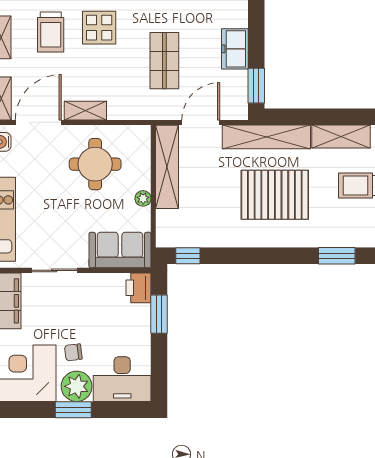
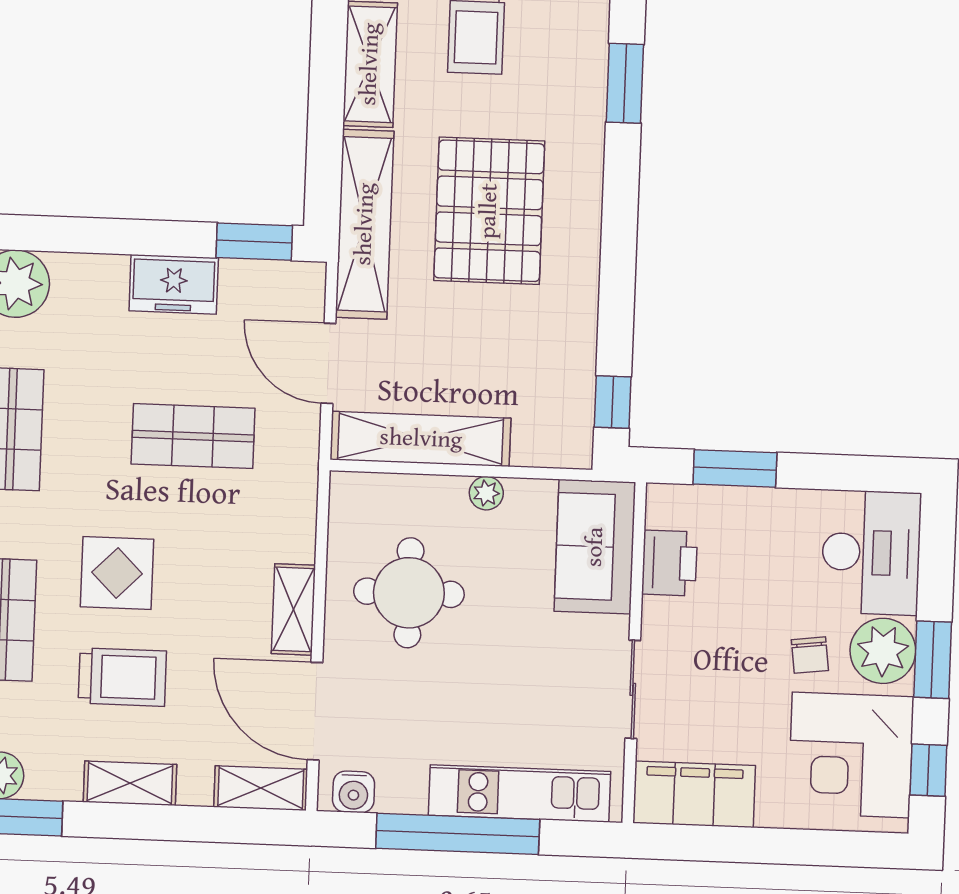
printer: (138, 288) -> (670, 563), moved, turned -90
window: (22, 410) -> (928, 770), added

